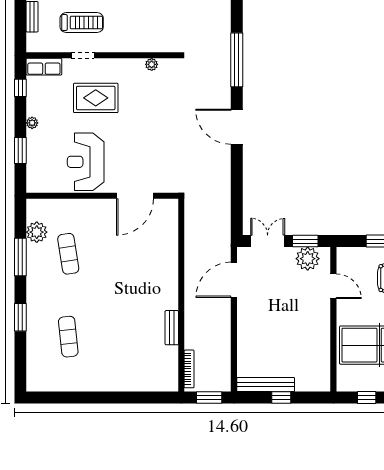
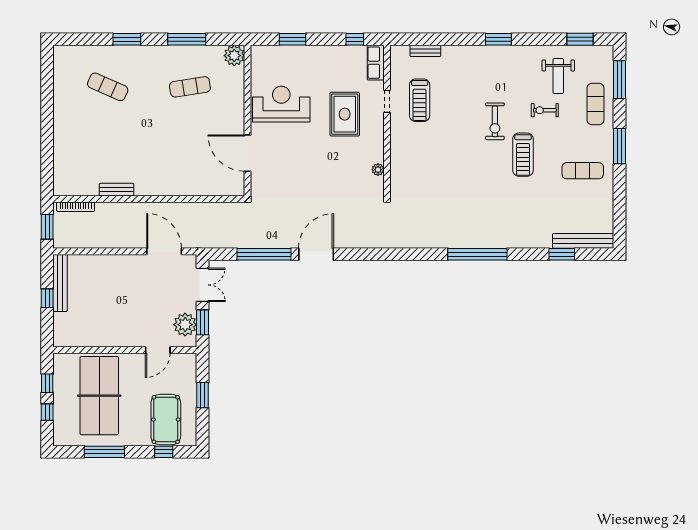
window: (237, 60) -> (264, 254), moved
plant: (32, 123) -> (320, 51), removed
plant: (37, 232) -> (234, 56), moved
exercise mat: (68, 337) -> (108, 87), turned 30

